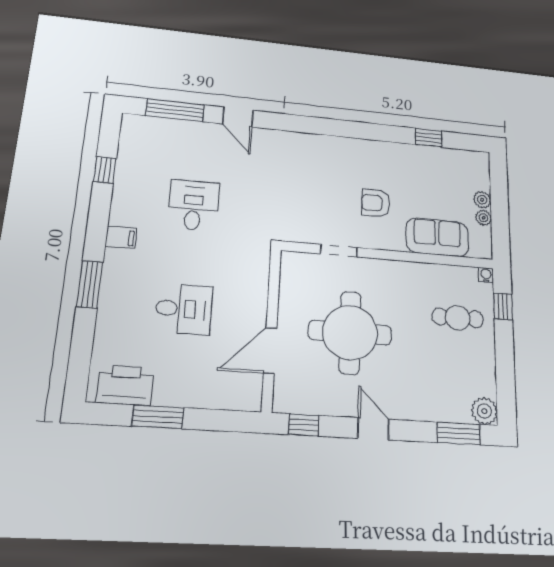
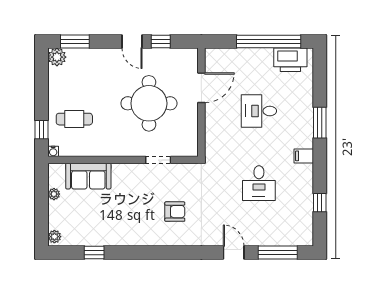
plant: (482, 200) -> (54, 237), moved
armchair: (376, 203) -> (175, 212), moved
window: (158, 417) -> (269, 42), width x2.11
window: (304, 425) -> (161, 42), moved

